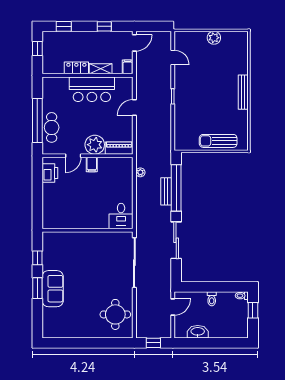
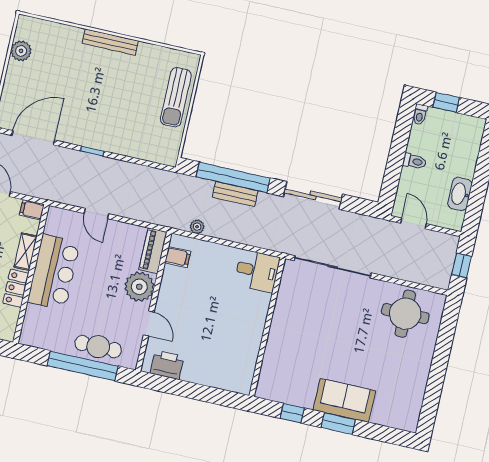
plant: (214, 38) -> (21, 51), moved
door: (173, 57) -> (33, 138), width x1.88
filing cabinet: (92, 165) -> (178, 257), moved

